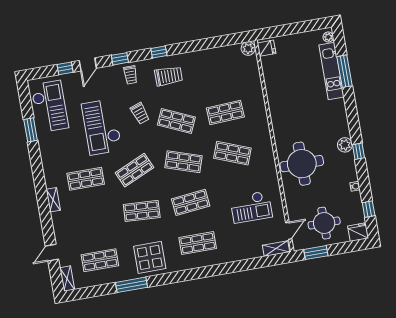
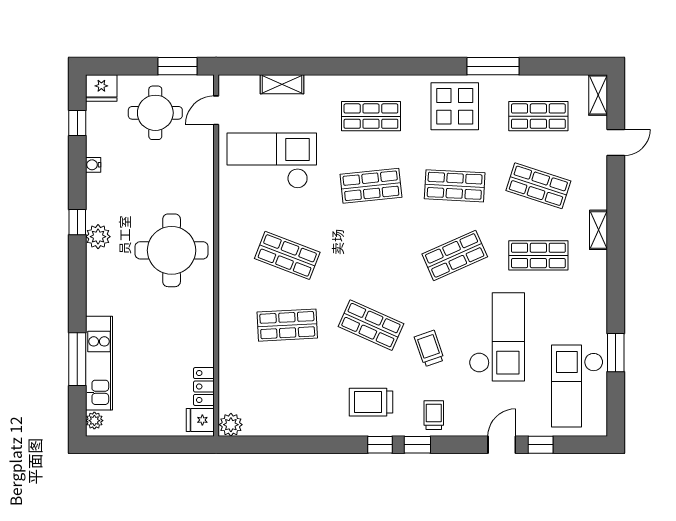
window: (120, 59) -> (417, 445), moved
locker: (268, 68) -> (204, 387), added
shop shelf: (183, 162) -> (538, 186), moved
round table: (302, 164) -> (172, 250), moved
checkout: (251, 207) -> (272, 161), width x1.36, depth x1.21
shelving: (276, 249) -> (282, 84), moved

